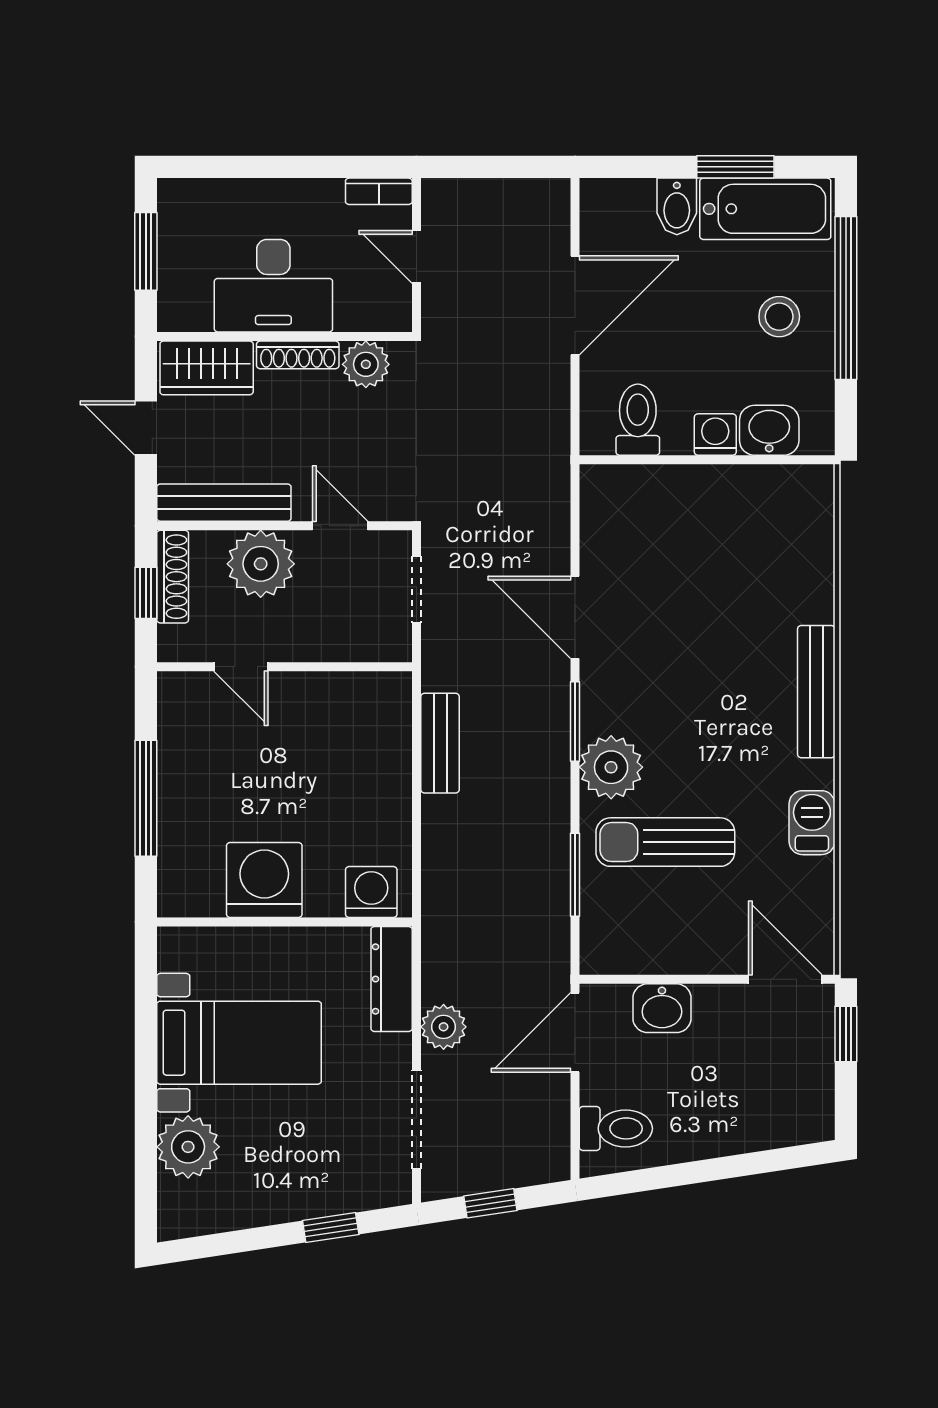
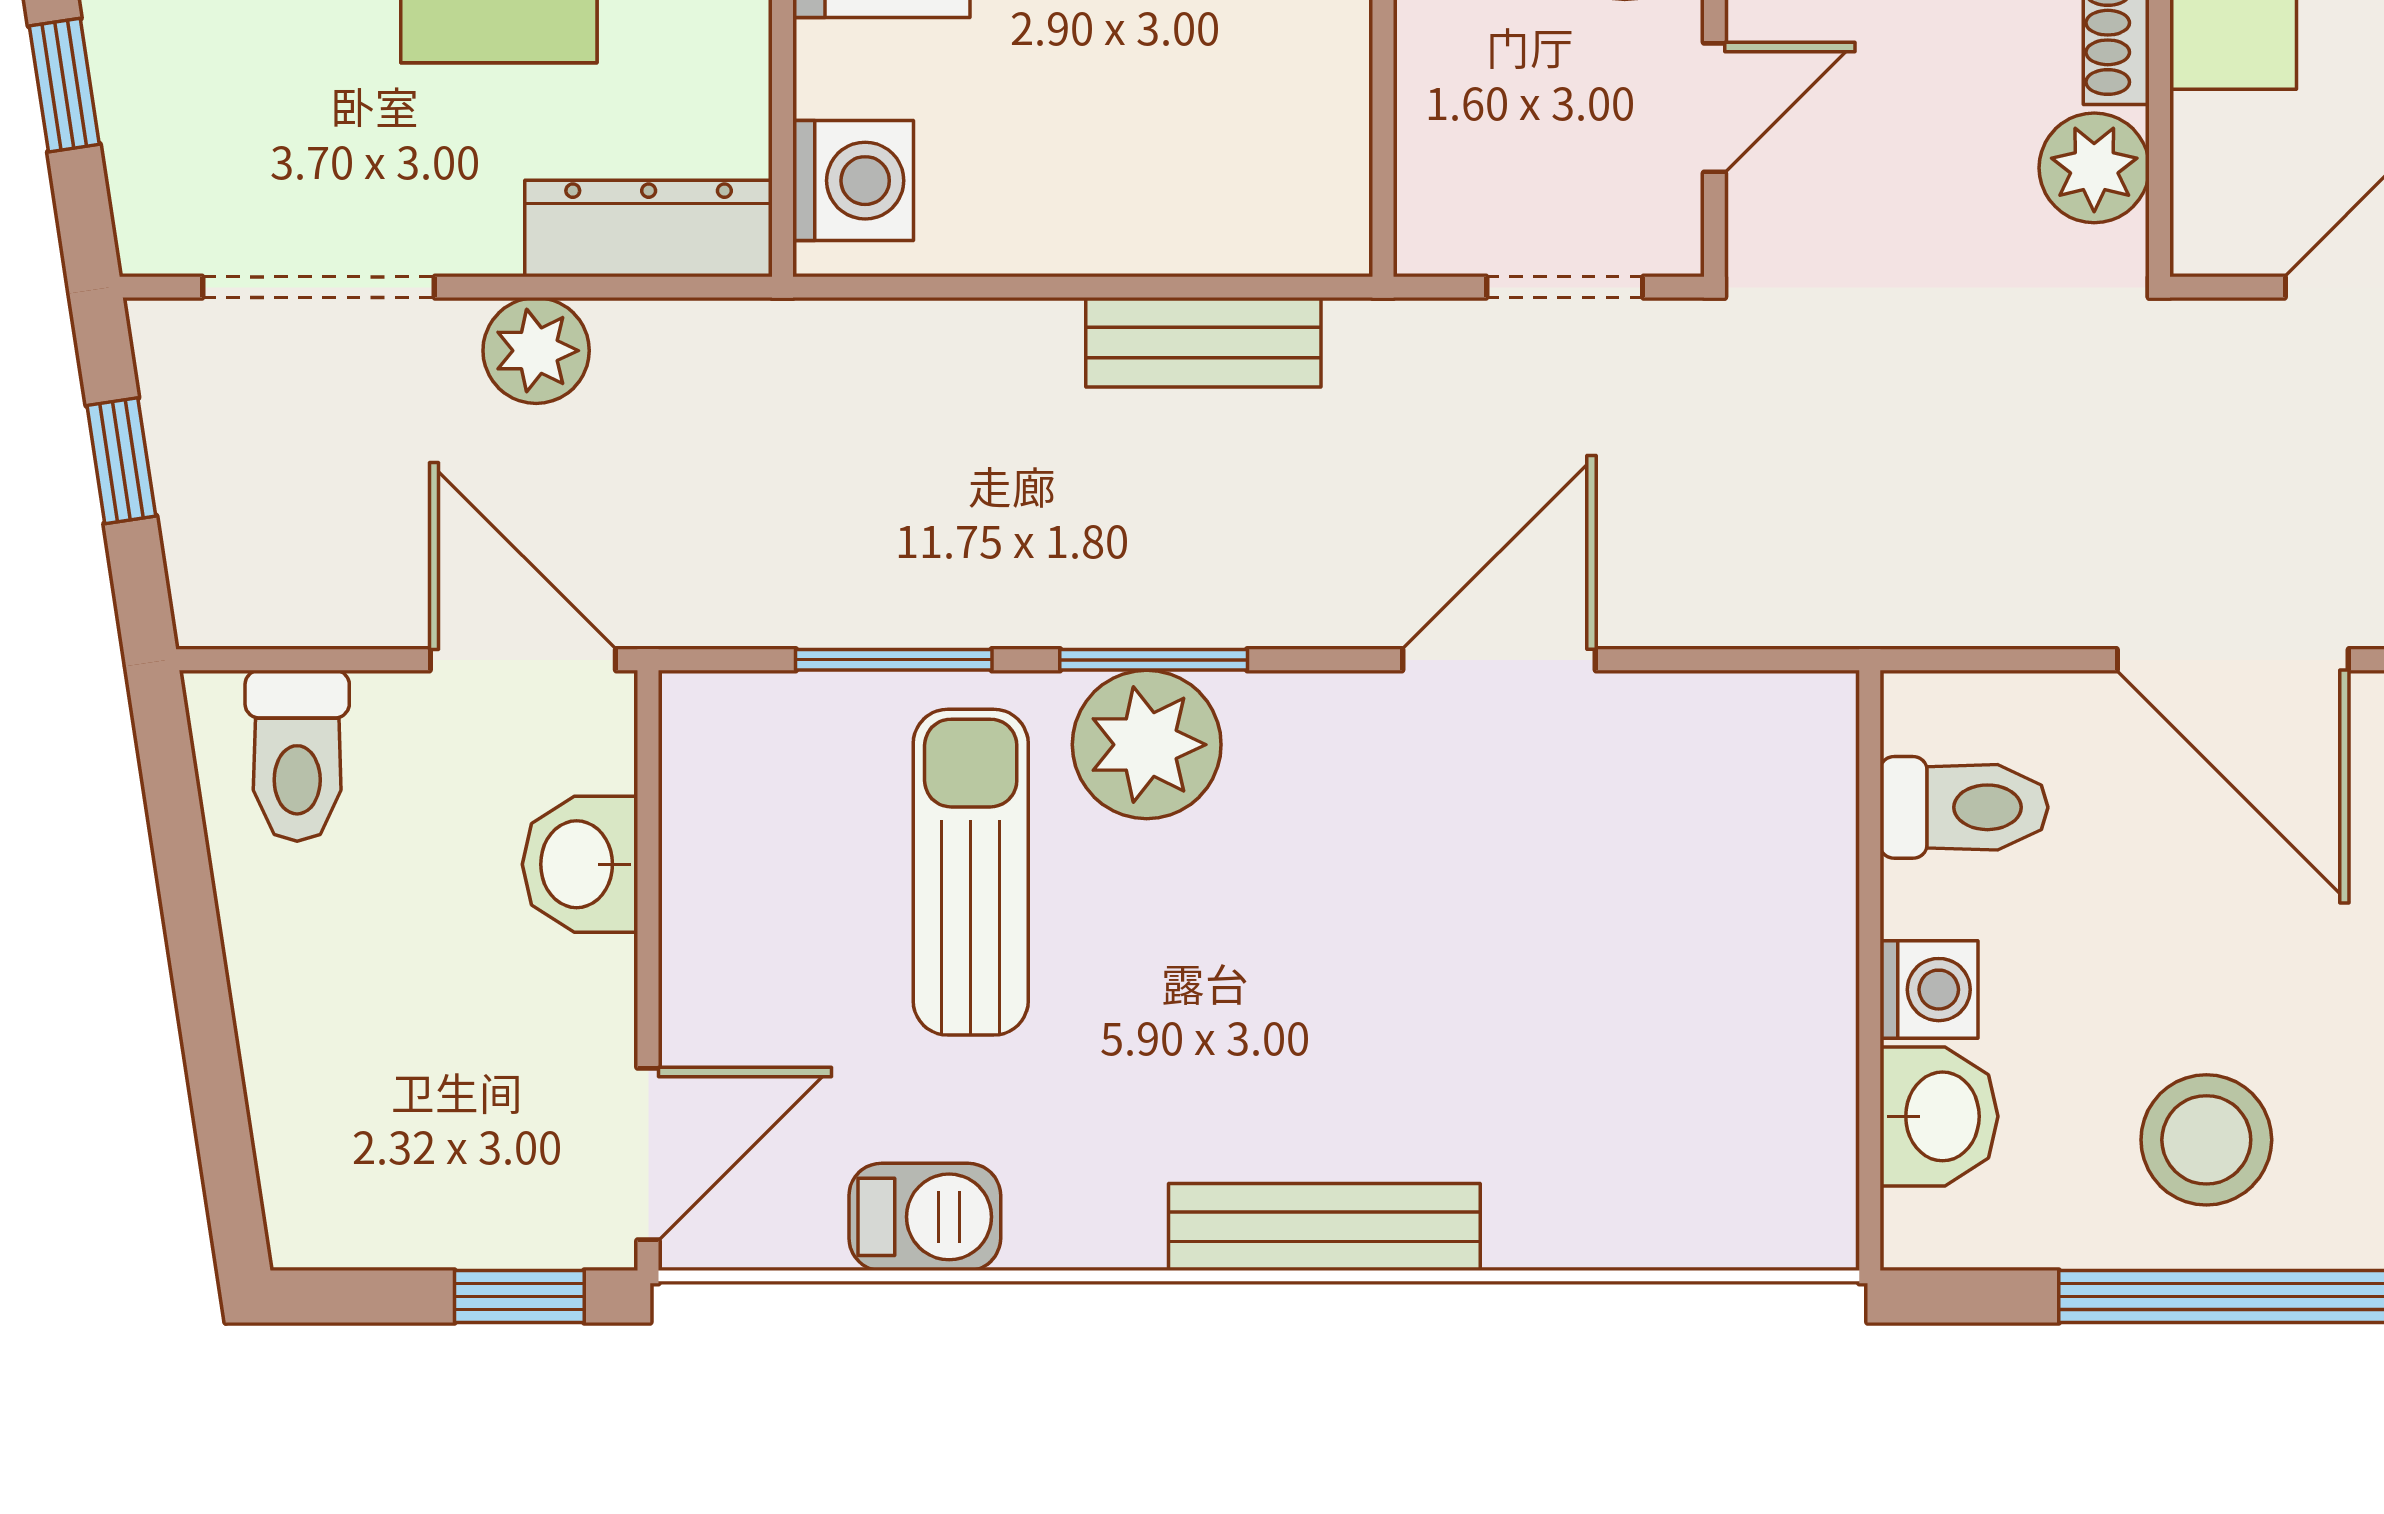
stool: (779, 317) -> (2206, 1140), width x1.38, depth x1.38
window: (575, 721) -> (1154, 660), moved
barbecue: (812, 823) -> (925, 1217), moved

